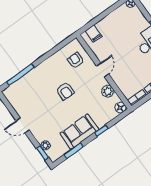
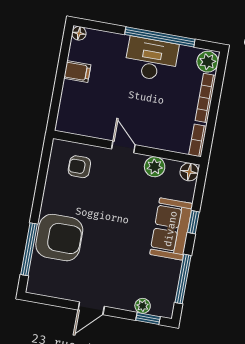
filing cabinet: (94, 34) -> (77, 72), moved
armchair: (65, 91) -> (59, 238), moved, width x1.88, depth x1.88
sofa: (79, 132) -> (171, 229), moved
window: (74, 151) -> (183, 279), width x1.44

